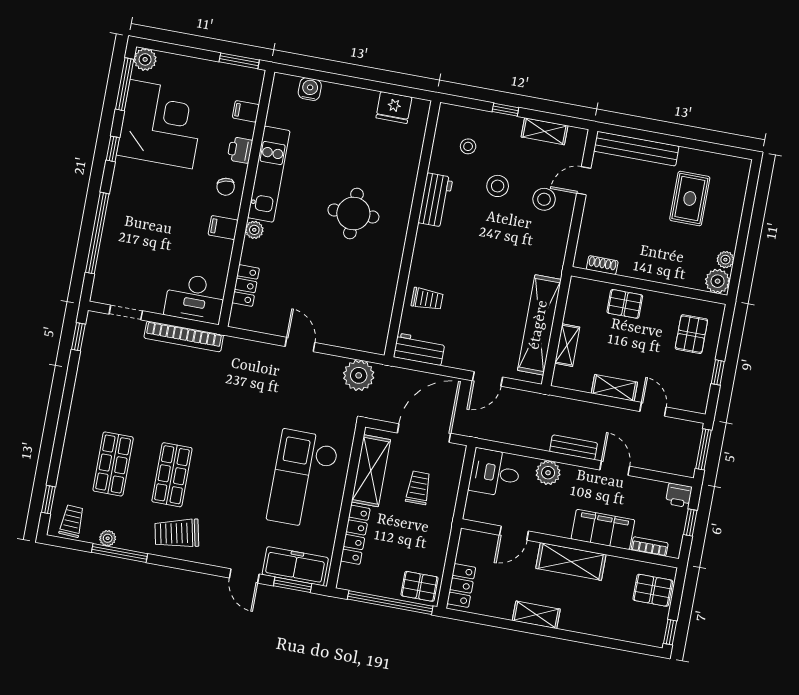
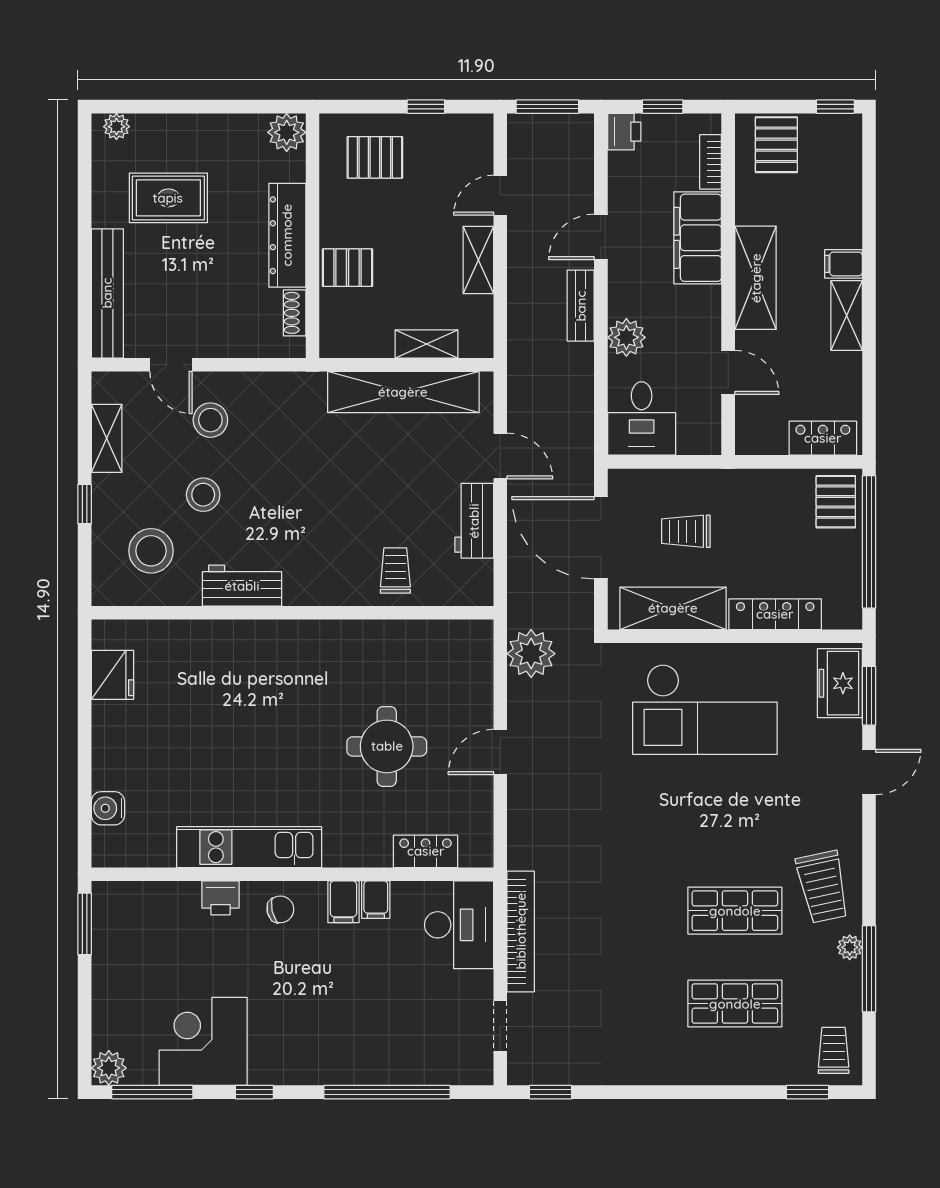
filing cabinet: (246, 111) -> (376, 900), moved
corner desk: (161, 124) -> (203, 1041), width x0.74, depth x0.74
stool: (468, 146) -> (151, 551), width x1.89, depth x1.89
round table: (353, 213) -> (387, 746), moved
plant: (254, 230) -> (338, 854), removed
plant: (725, 260) -> (116, 127), moved
dresser: (652, 270) -> (287, 235), added
pallet: (625, 304) -> (348, 268), turned 90
workbench: (419, 349) -> (474, 521), moved
trolley: (72, 521) -> (834, 1050), turned 87
plant: (108, 538) -> (850, 947), moved
freezer: (295, 566) -> (840, 683), width x0.71
filing cabinet: (569, 619) -> (843, 264), added

